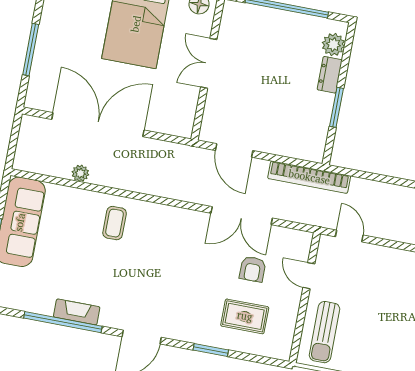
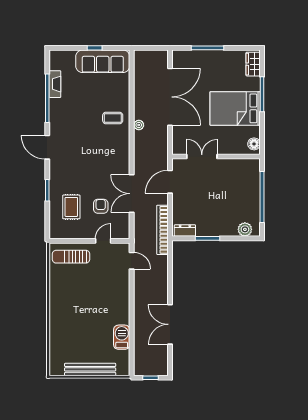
double door: (209, 63) -> (202, 157), moved
dresser: (330, 75) -> (185, 231), moved
plant: (80, 173) -> (139, 125), moved
door: (349, 236) -> (132, 261), hinge flipped
armchair: (253, 269) -> (101, 206), turned 90
fireplace: (77, 312) -> (55, 84), moved

